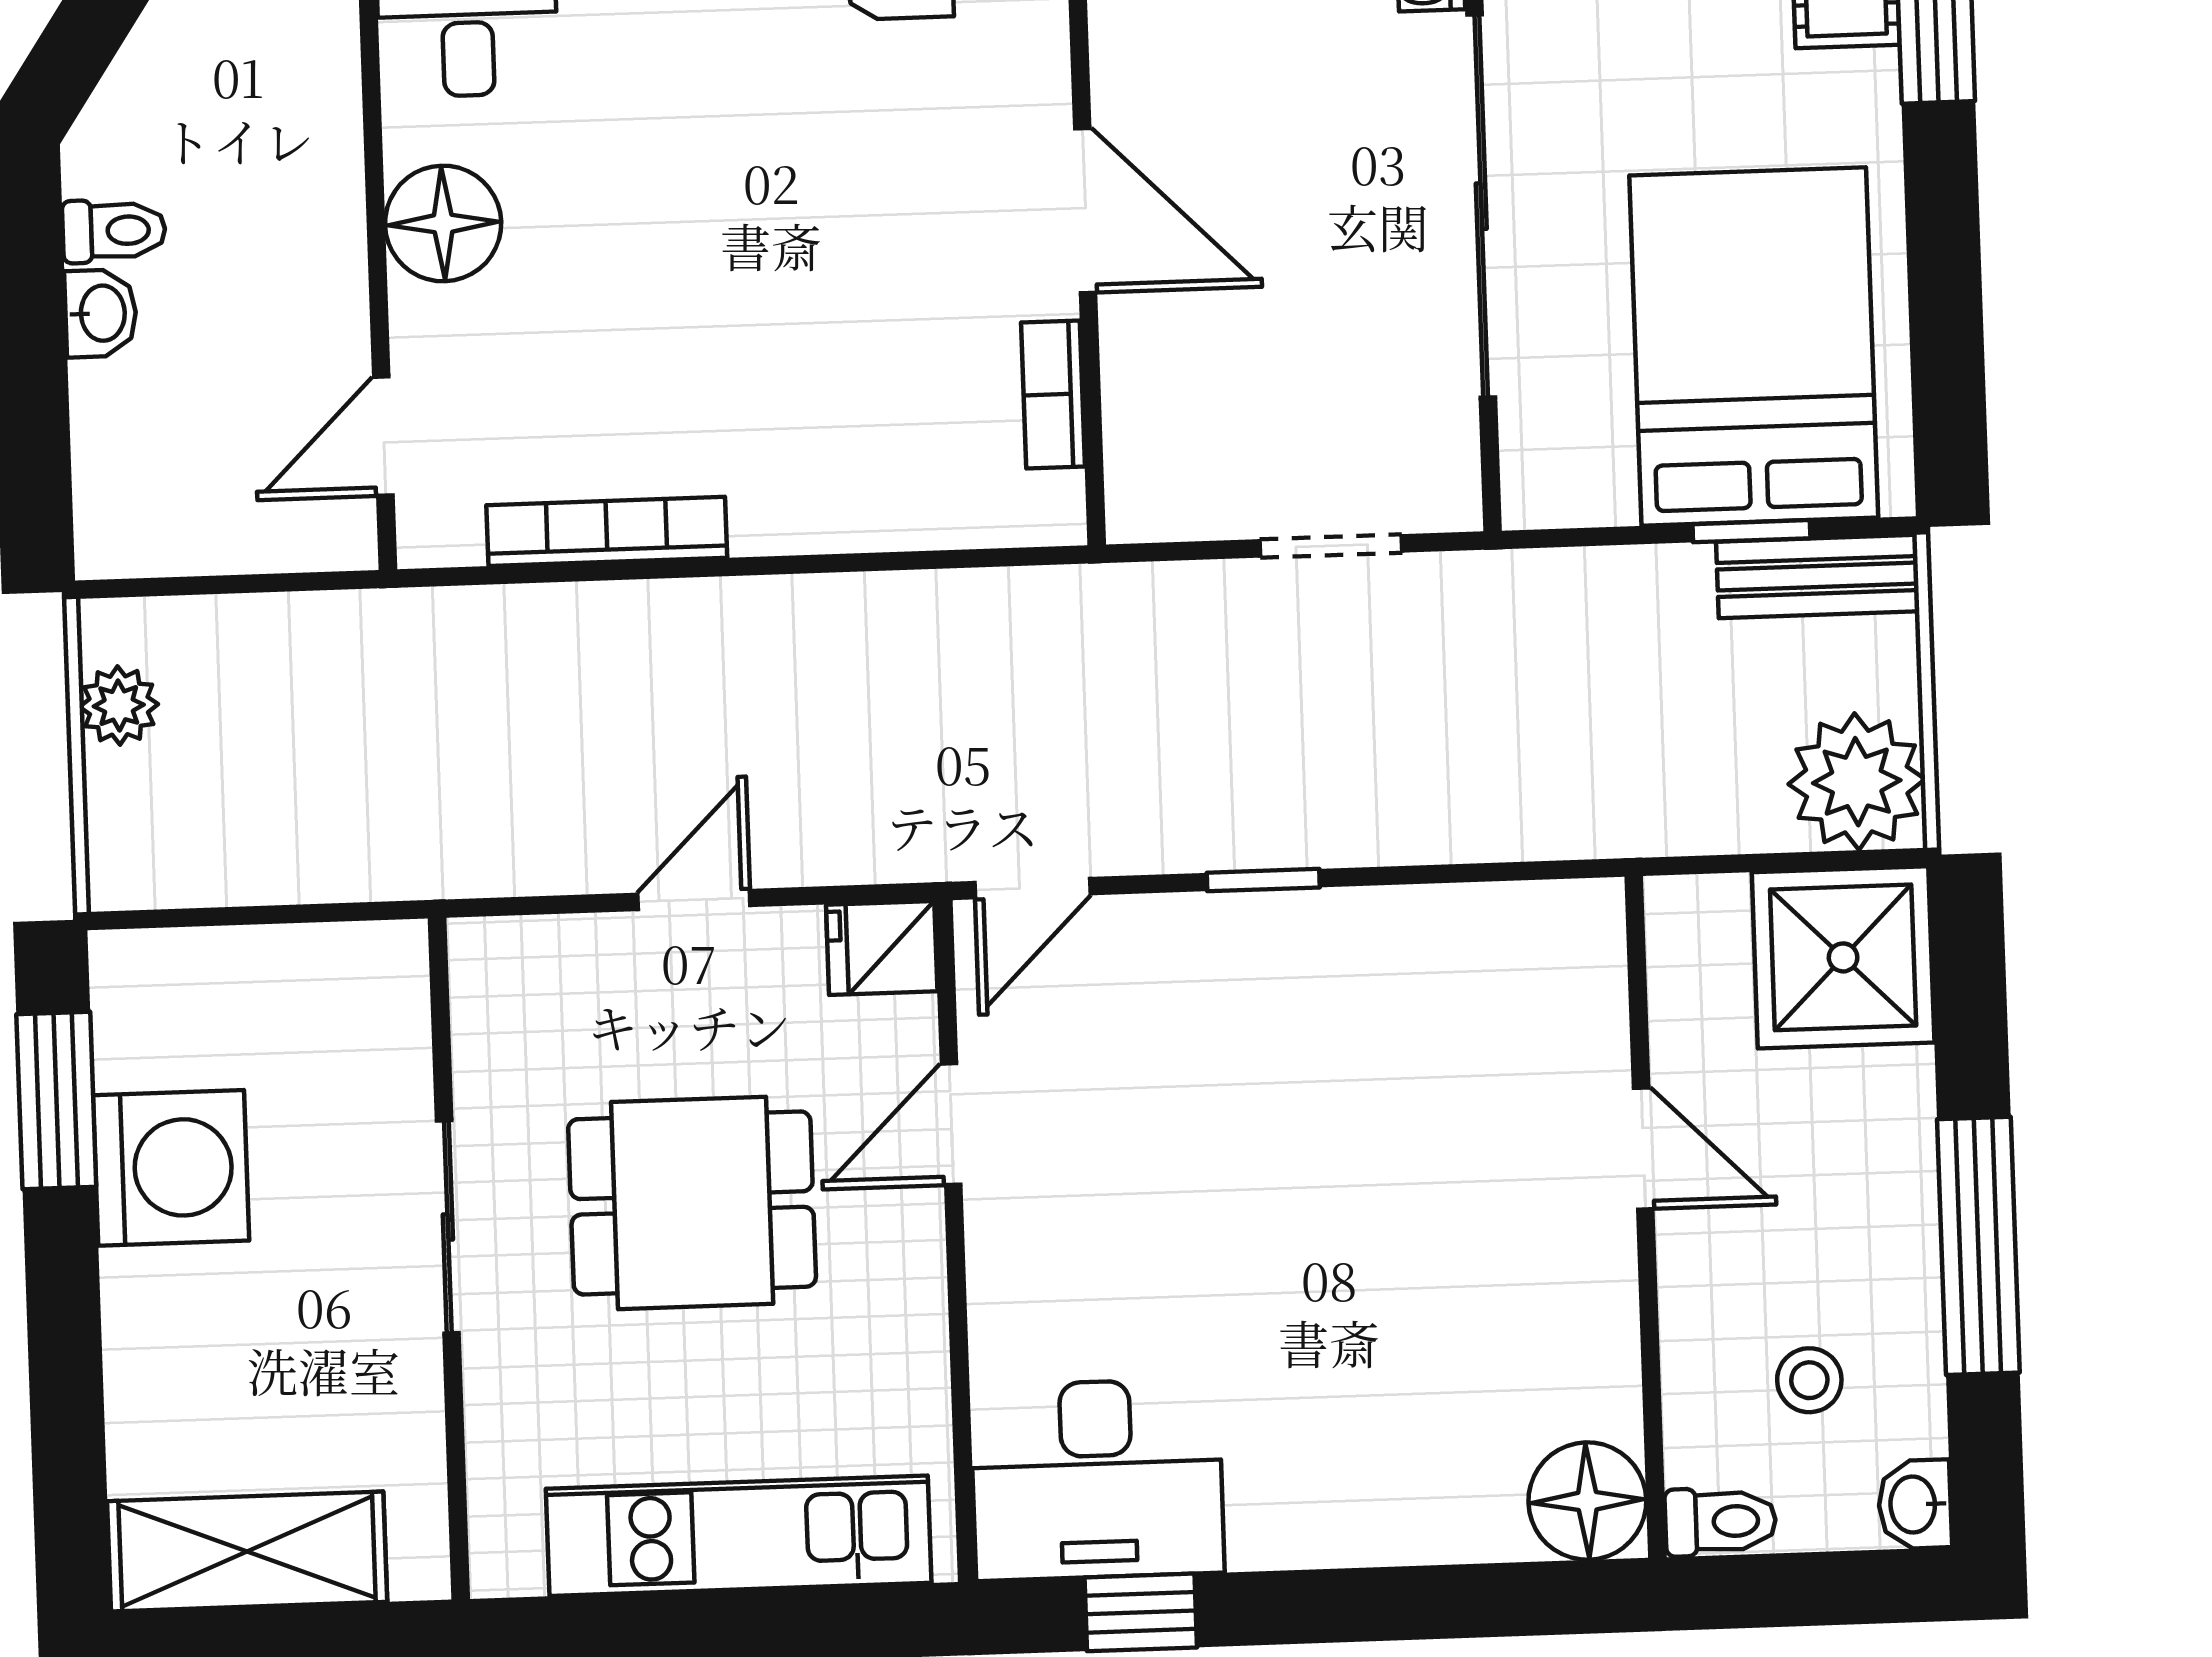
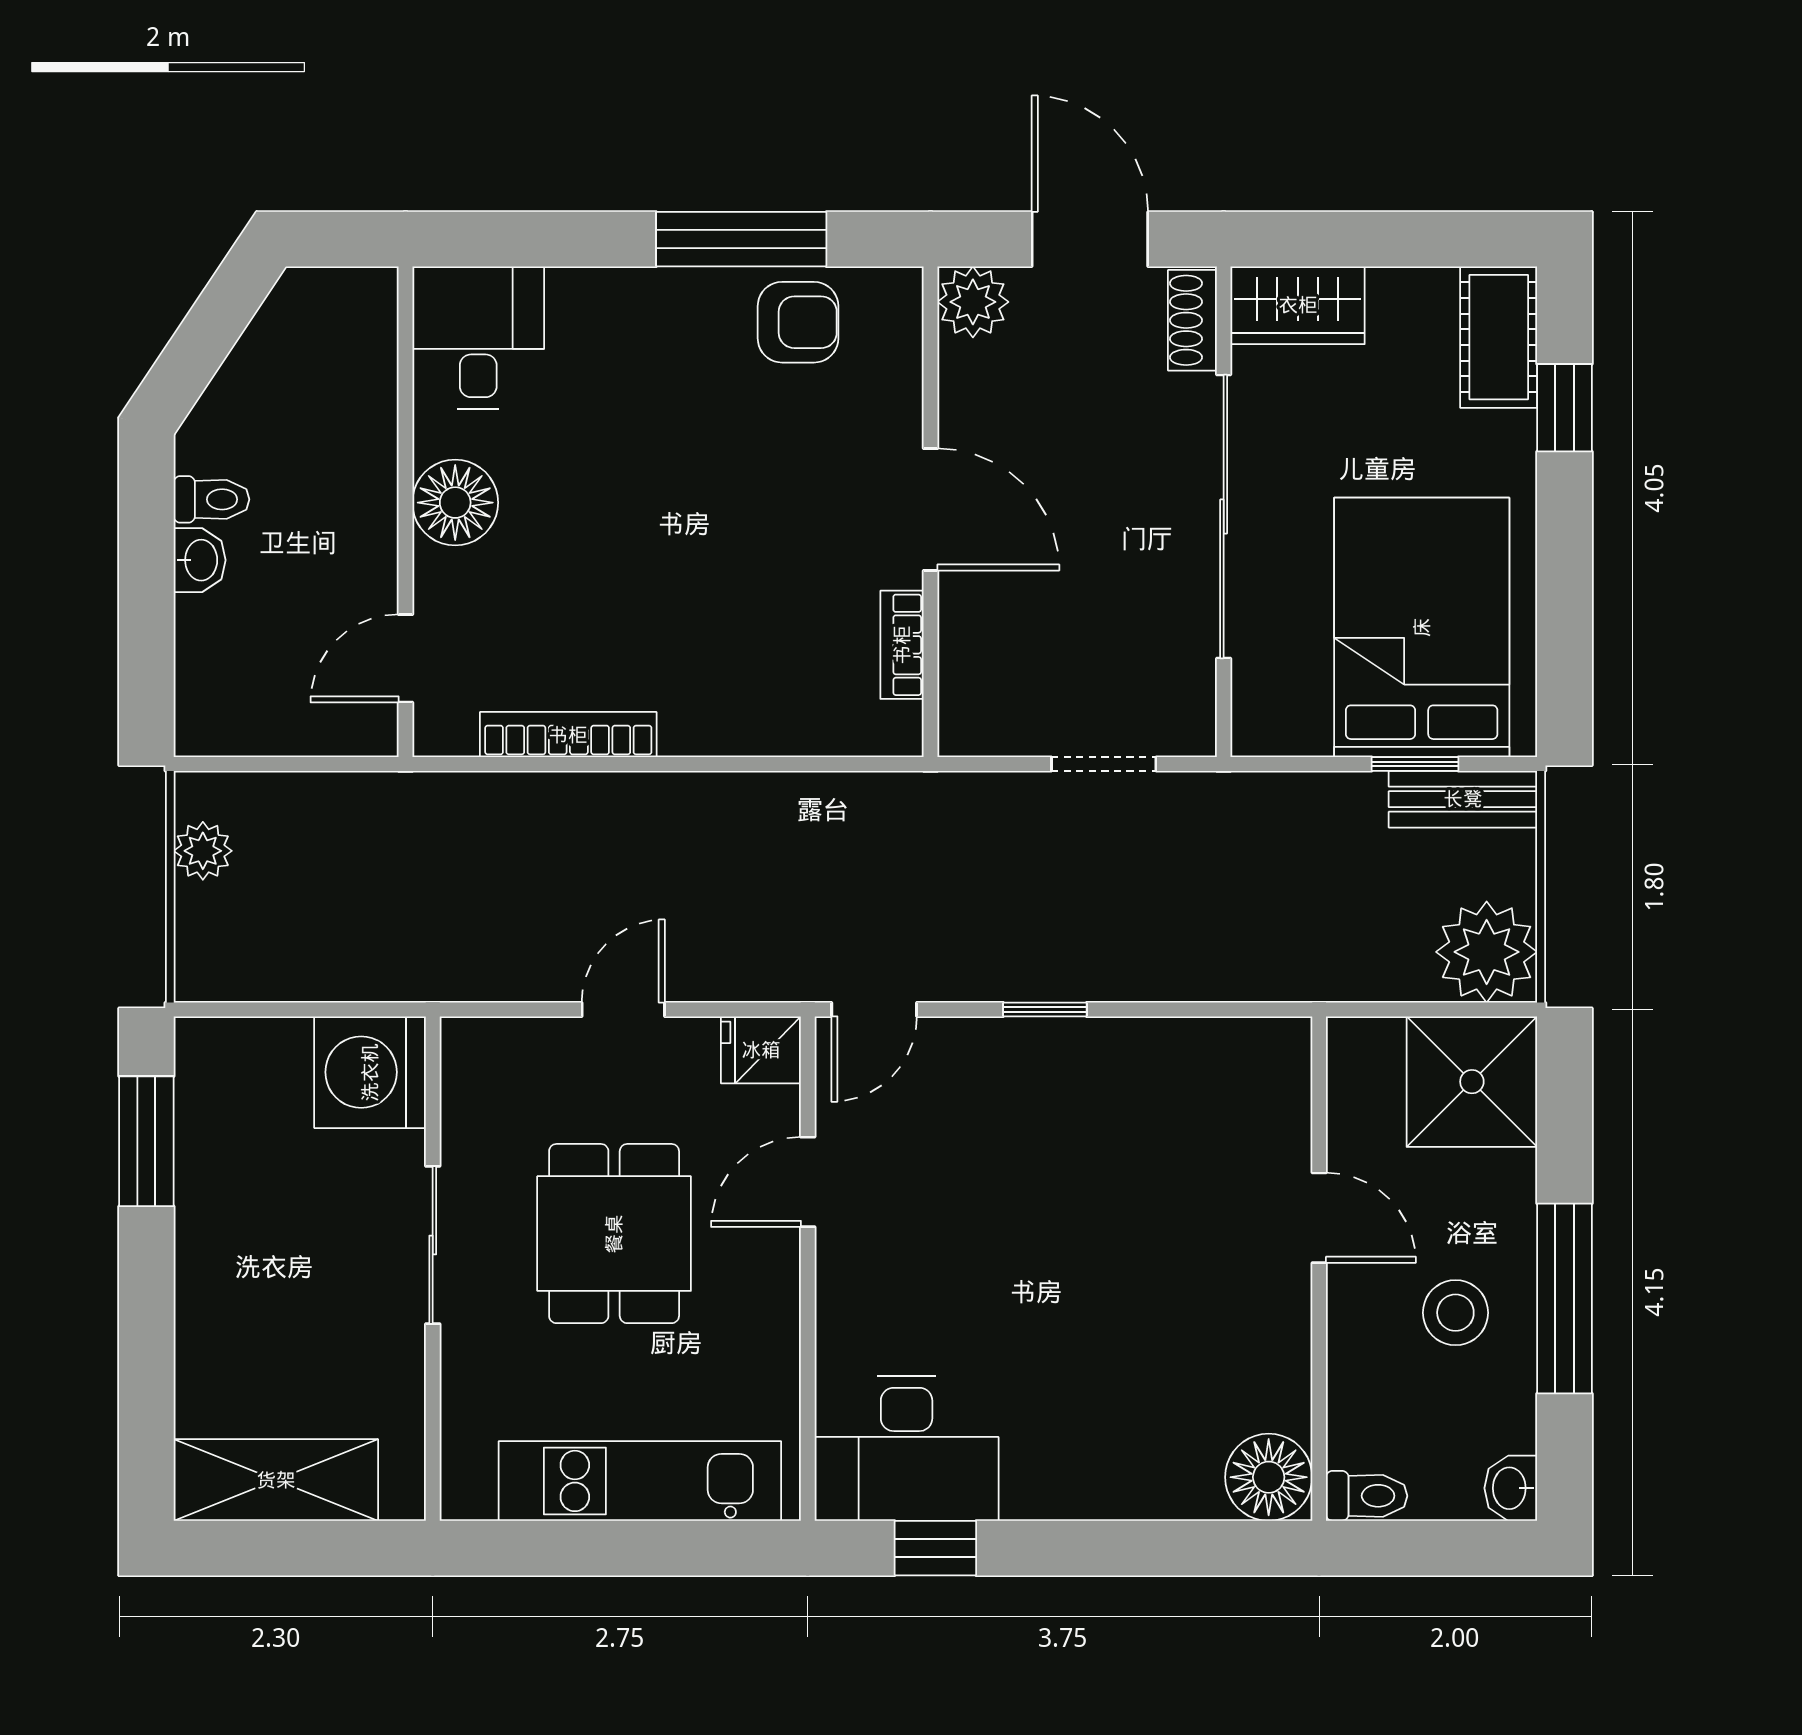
washing machine: (171, 1168) -> (370, 1072), moved, turned 180
dining table: (692, 1203) -> (614, 1234), turned 90
stool: (1809, 1380) -> (1455, 1313), moved, width x1.37, depth x1.37

